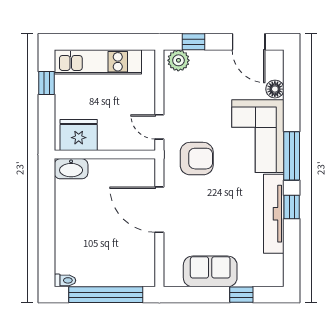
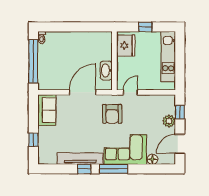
plant: (178, 60) -> (169, 121), moved
window: (47, 83) -> (145, 27), moved
washbasin: (71, 169) -> (106, 71), moved
sofa: (210, 271) -> (47, 110), moved

